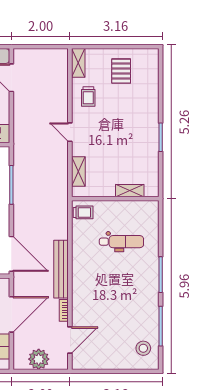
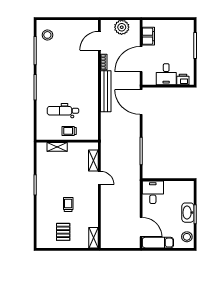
trolley: (88, 96) -> (68, 204), moved
door: (70, 132) -> (99, 178), moved
trolley: (83, 212) -> (69, 131), moved

